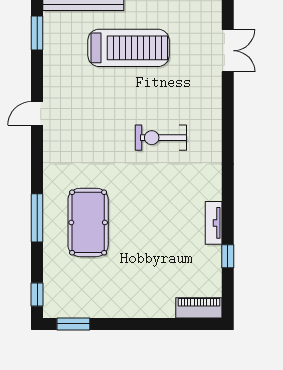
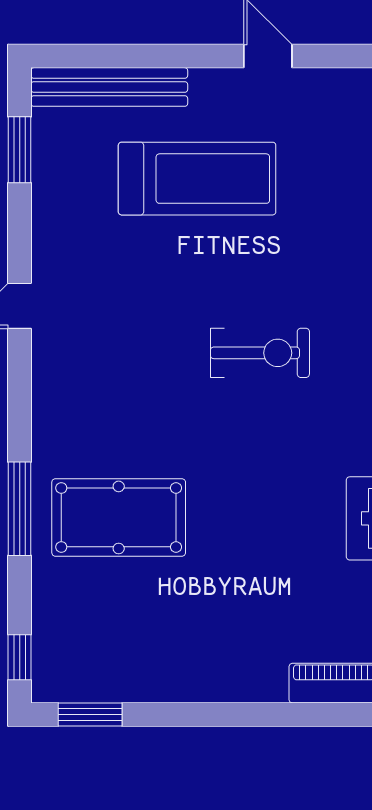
exercise bike: (161, 138) -> (260, 353), turned 180
pool table: (88, 222) -> (119, 517), turned 90

